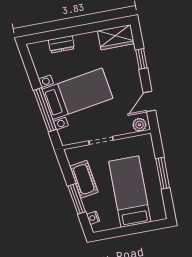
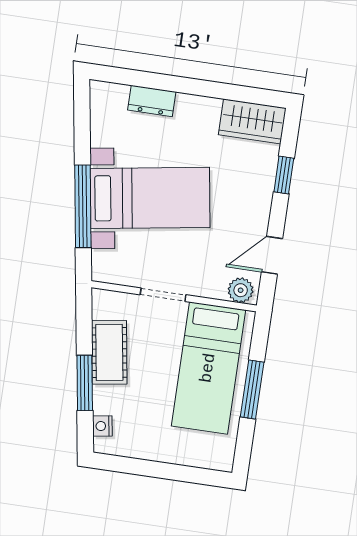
bed: (130, 192) -> (208, 368), moved, turned 180

